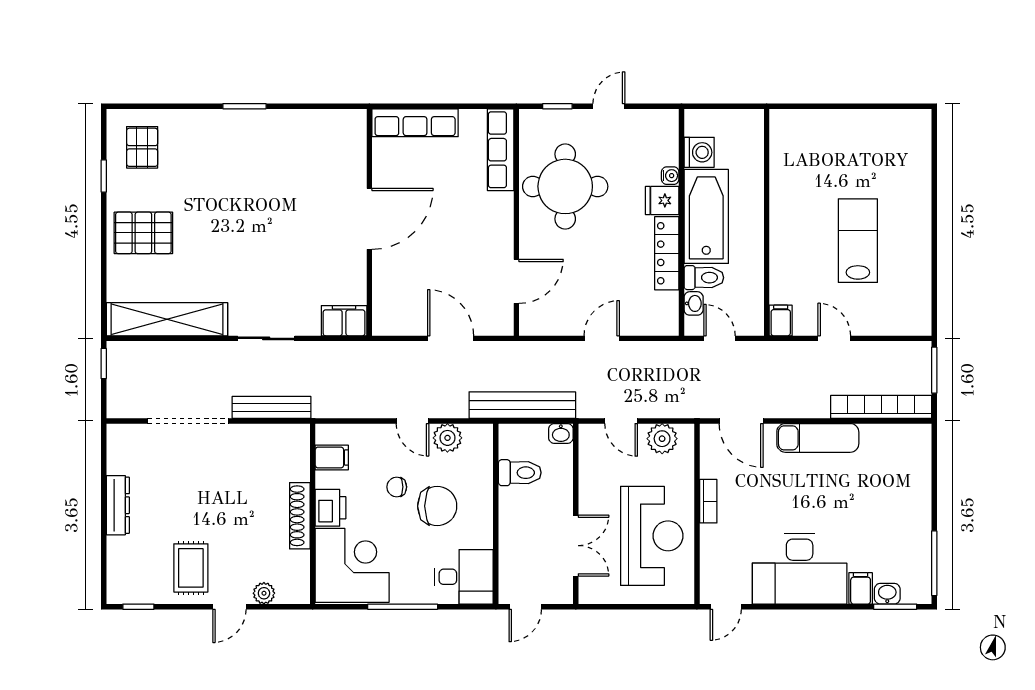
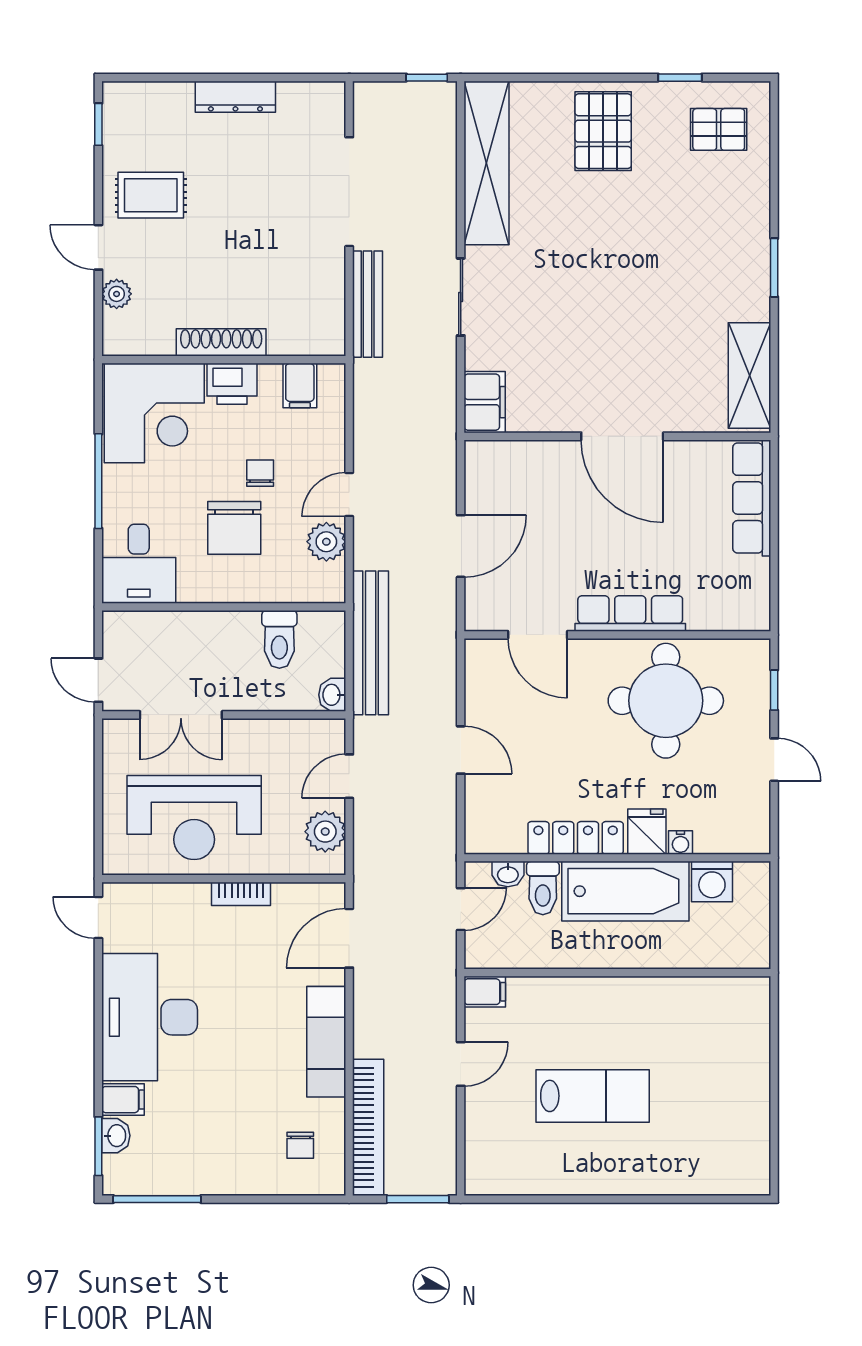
shelving: (324, 124) -> (750, 375), added
row of seats: (501, 150) -> (630, 613), moved
chair: (894, 457) -> (300, 1145), added
door: (525, 607) -> (98, 680), moved

